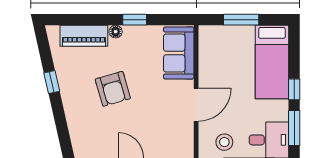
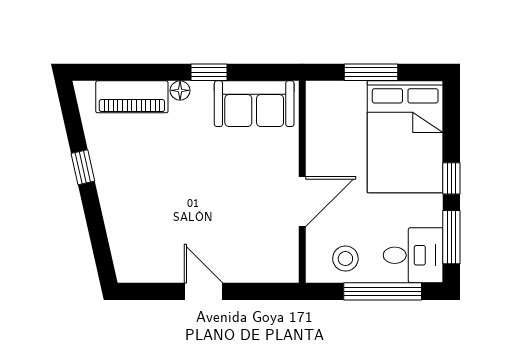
sofa: (179, 53) -> (254, 104), moved, turned -90
bed: (272, 62) -> (405, 137), width x1.50
armchair: (113, 89) -> (176, 178), removed

